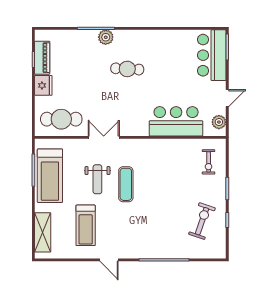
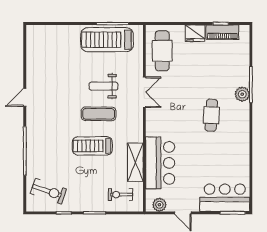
exercise bike: (202, 221) -> (48, 191), moved
treadmill: (86, 225) -> (92, 146), moved
shelving: (43, 232) -> (135, 162), moved, turned 90

